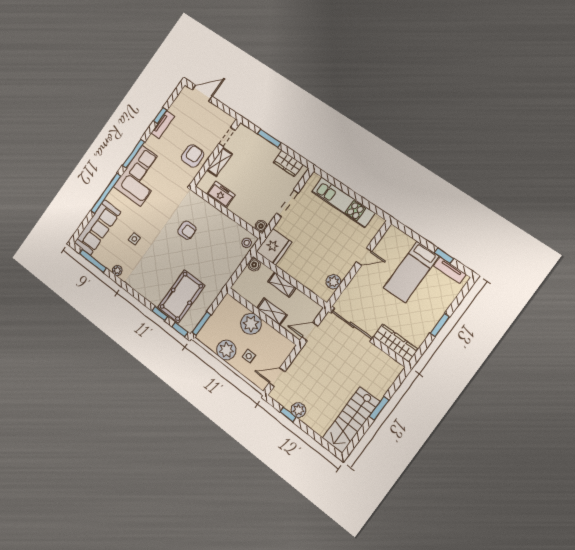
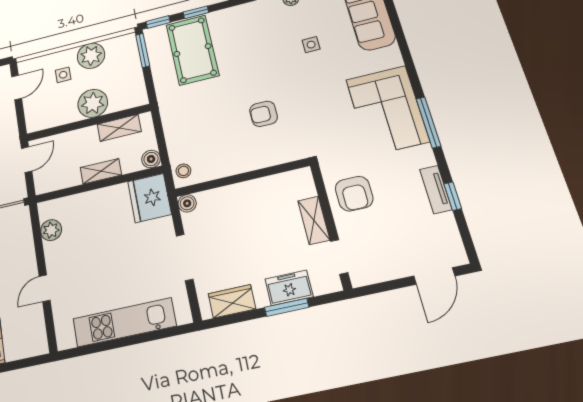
window: (106, 193) -> (405, 51), removed
freezer: (221, 195) -> (289, 288), moved, turned 180
shelving: (272, 312) -> (119, 128), moved

